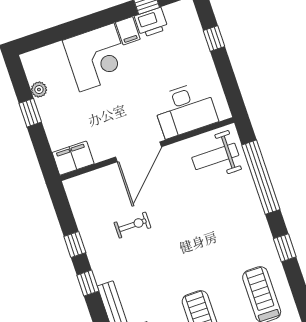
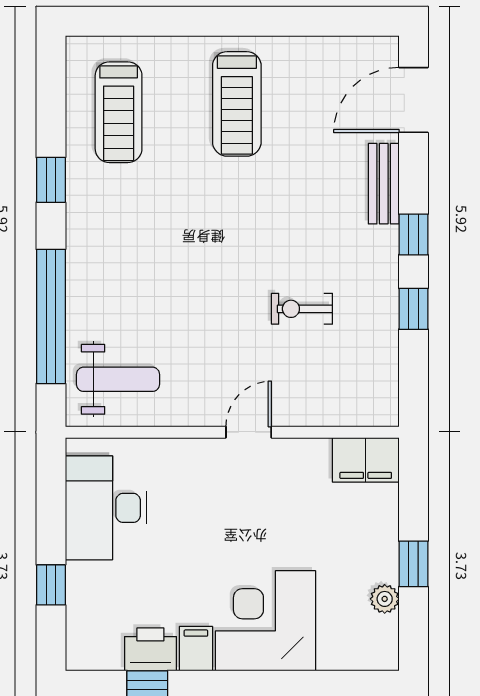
desk: (185, 110) -> (106, 508), moved, turned -90
door: (138, 152) -> (249, 432), width x0.53

